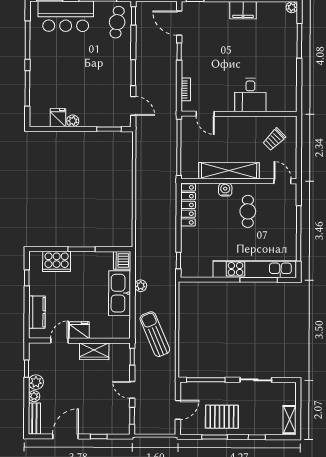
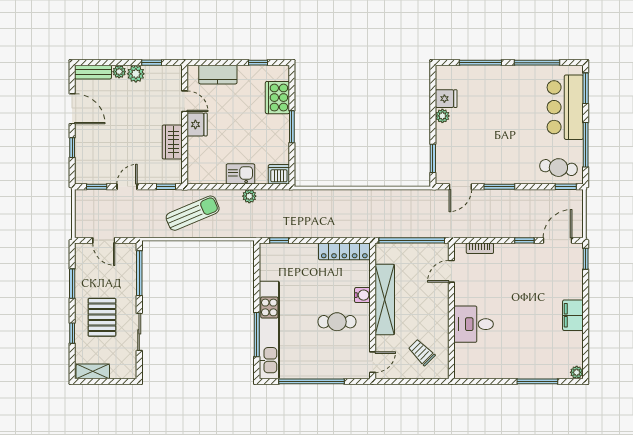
kitchen sink: (120, 293) -> (240, 174), width x0.53, depth x0.81
pallet: (222, 417) -> (102, 317), moved

